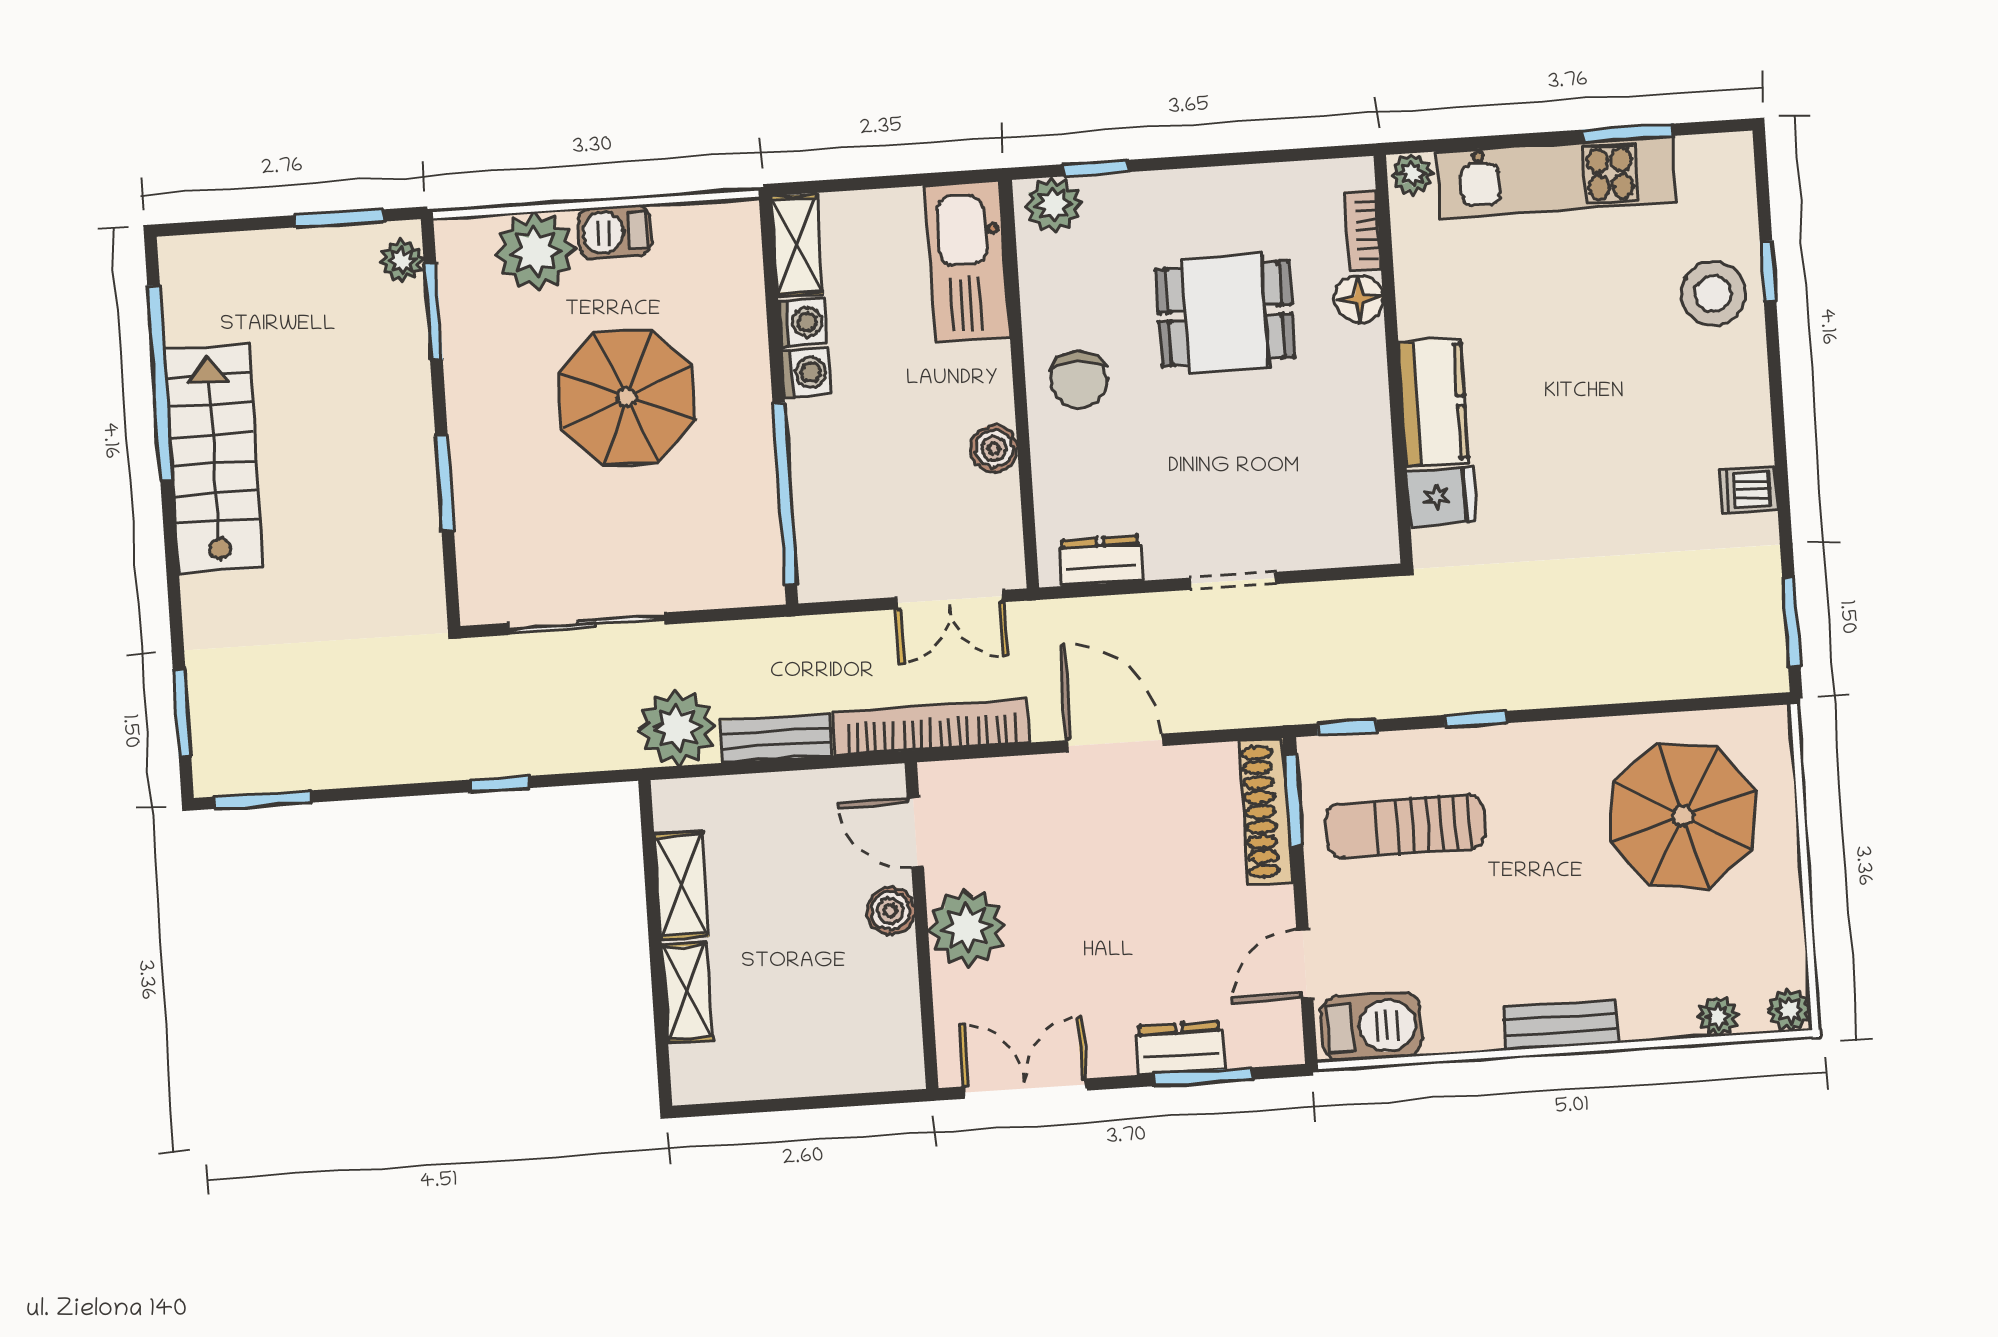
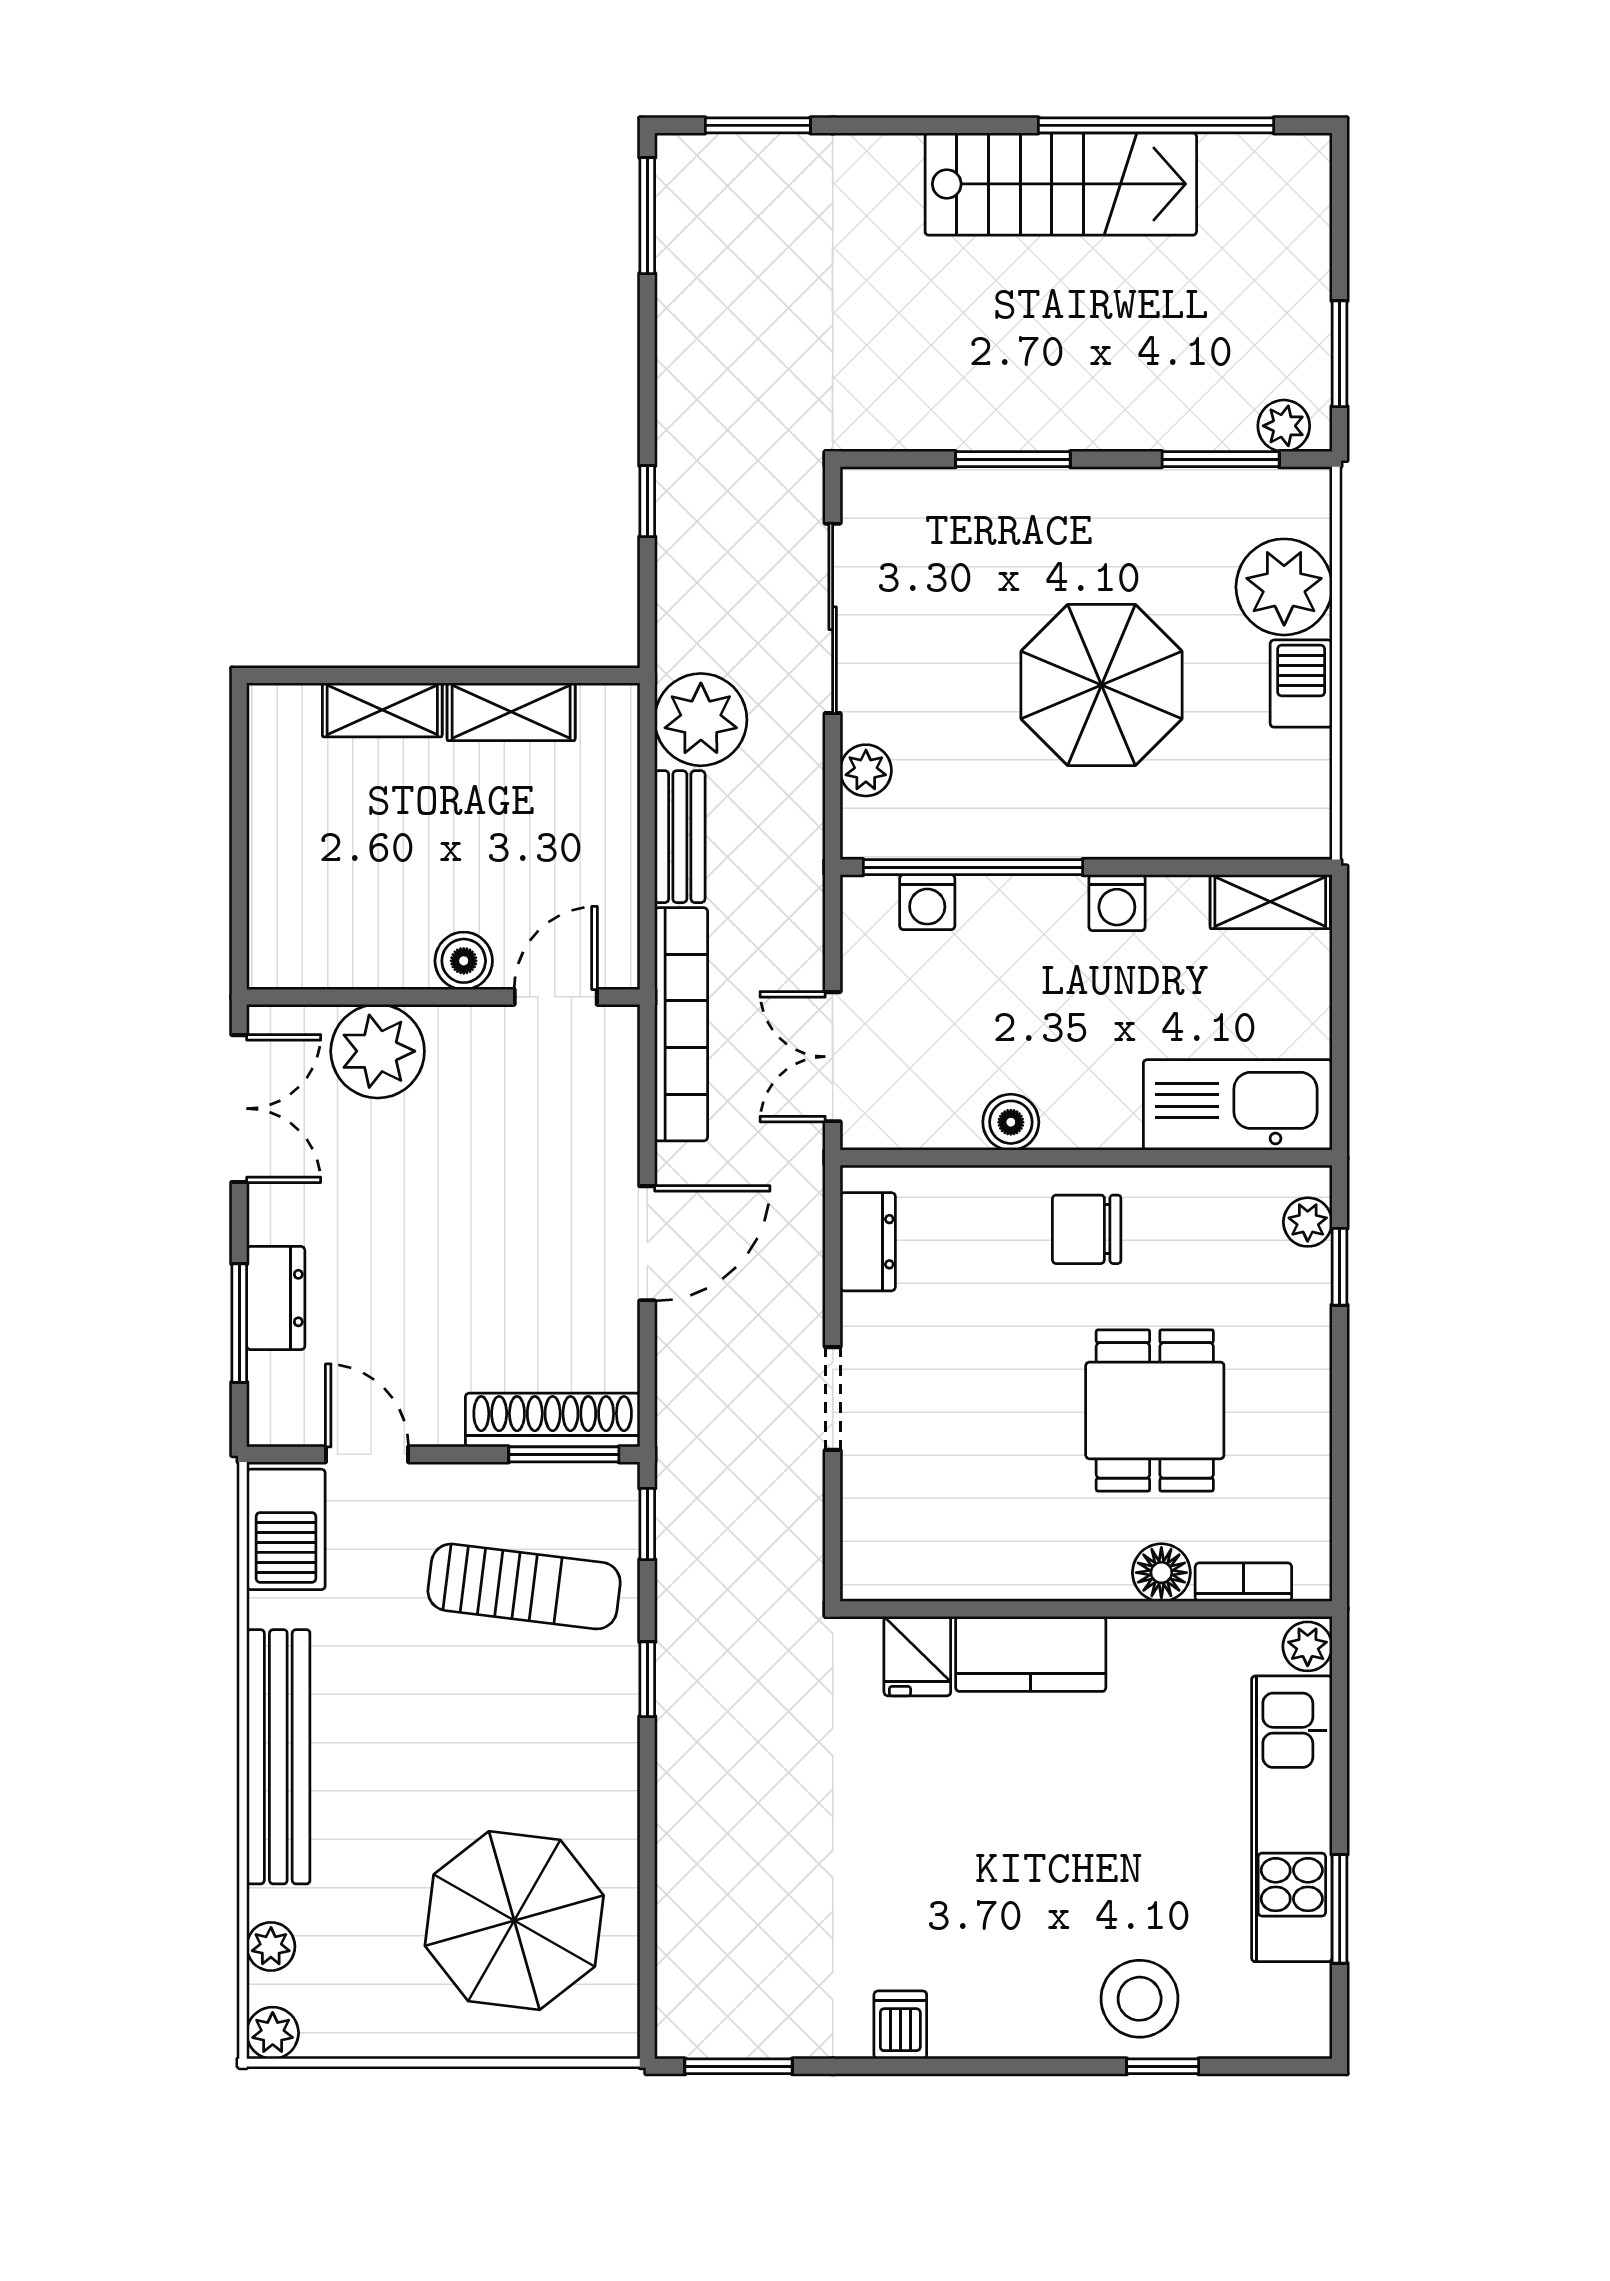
plant: (1053, 205) -> (1308, 1222), width x0.73, depth x0.73
washing machine: (803, 322) -> (927, 902), moved
plant: (711, 588) -> (866, 770), added
sun lounger: (1406, 826) -> (524, 1586), turned 97
plant: (967, 928) -> (378, 1051), moved
bench: (1561, 1025) -> (278, 1757), width x1.86, depth x1.21

